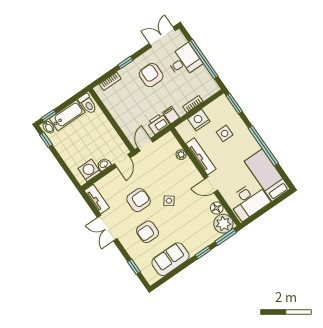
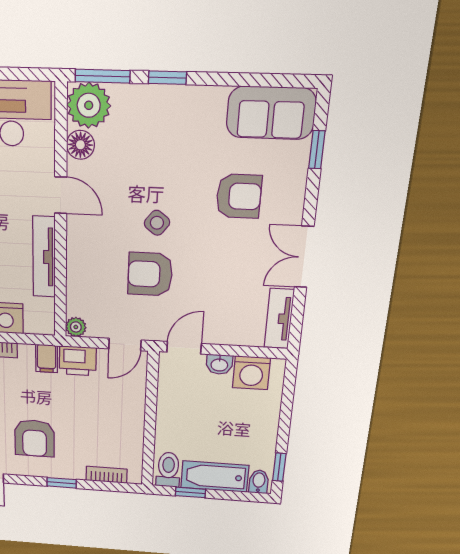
window: (49, 116) -> (190, 492), moved
plant: (181, 155) -> (76, 327), moved
armchair: (139, 200) -> (150, 274), moved
double door: (107, 228) -> (304, 257), swing flipped
sofa: (170, 259) -> (271, 113), moved

